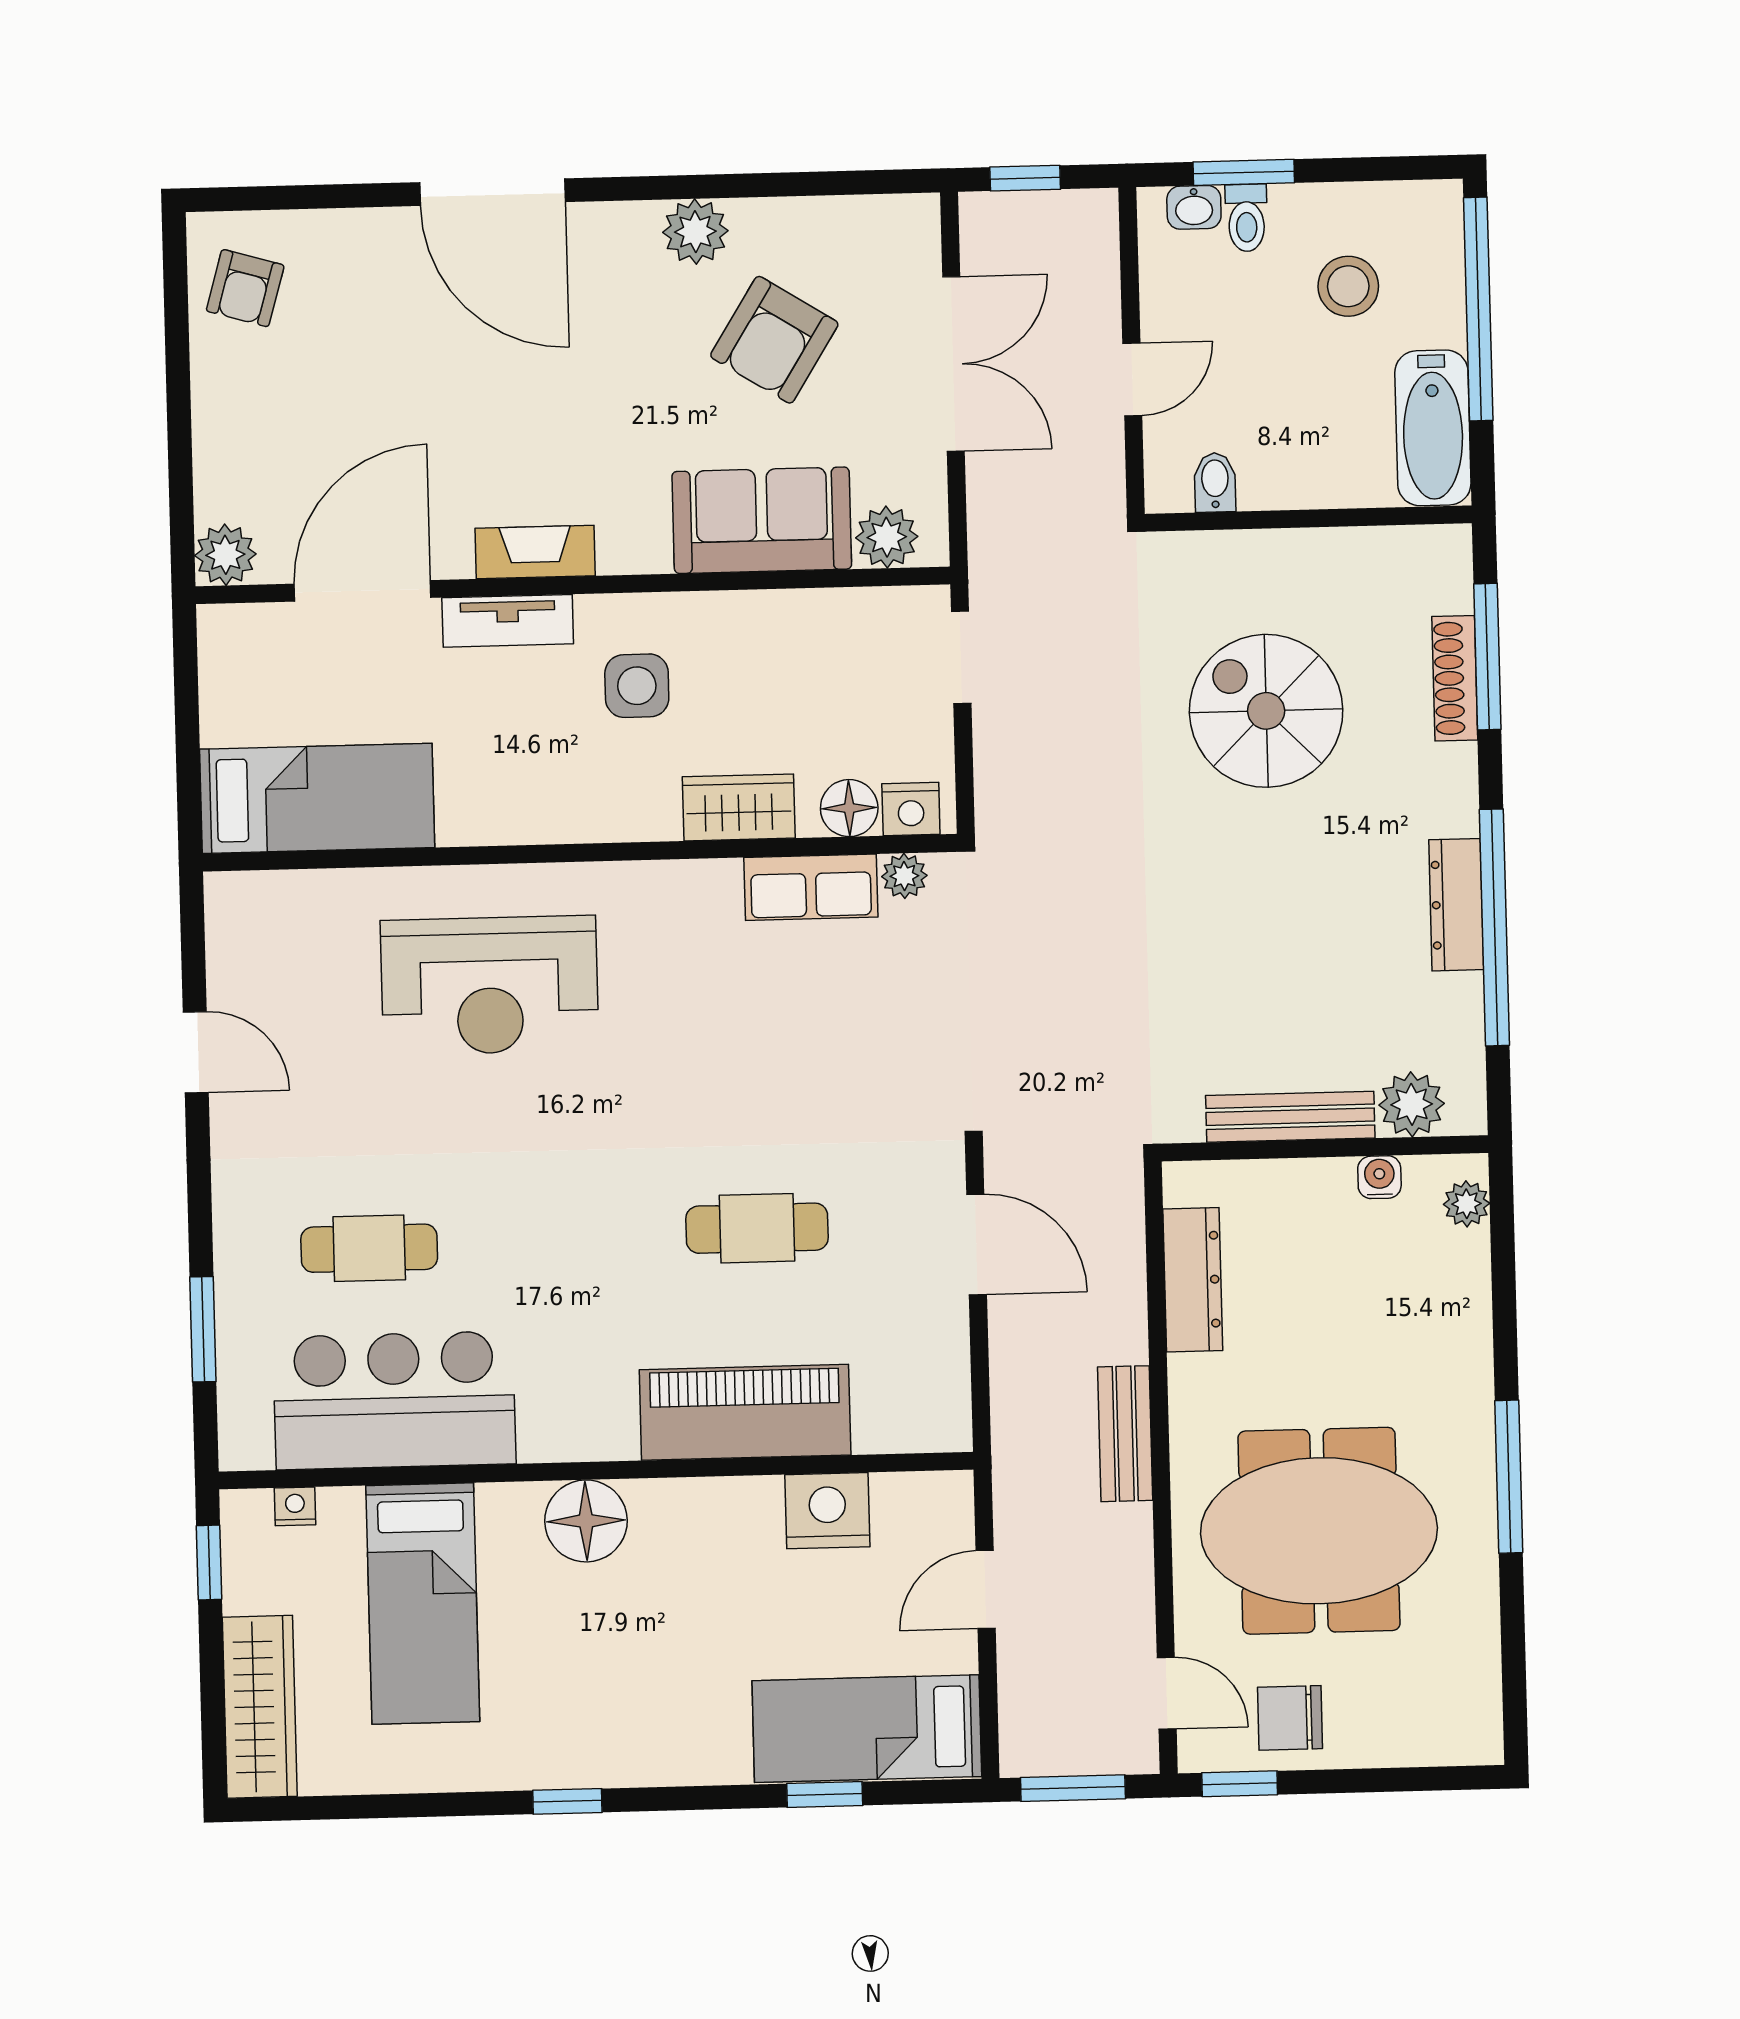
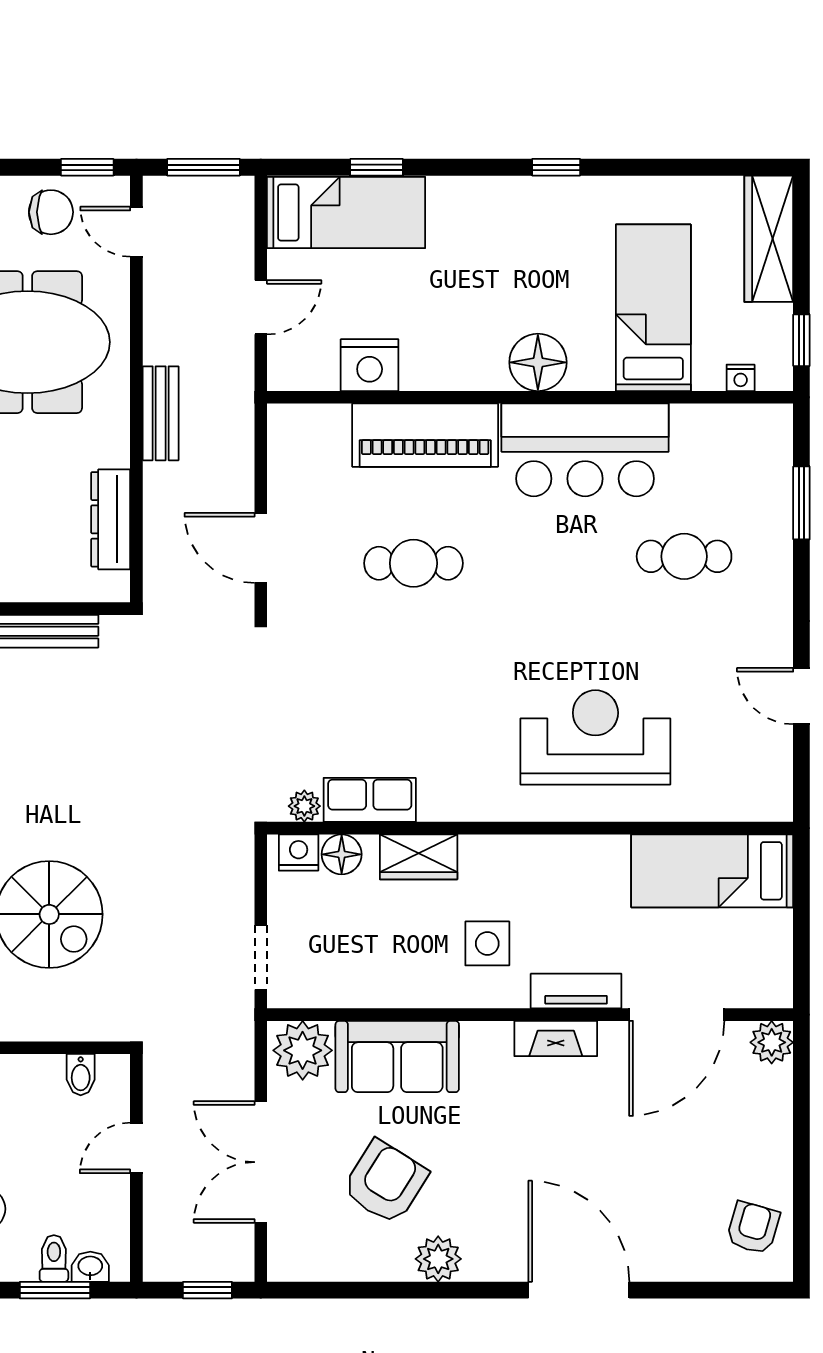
plant: (887, 537) -> (303, 1050), width x1.36, depth x1.36
bar counter: (394, 1400) -> (585, 450), moved

